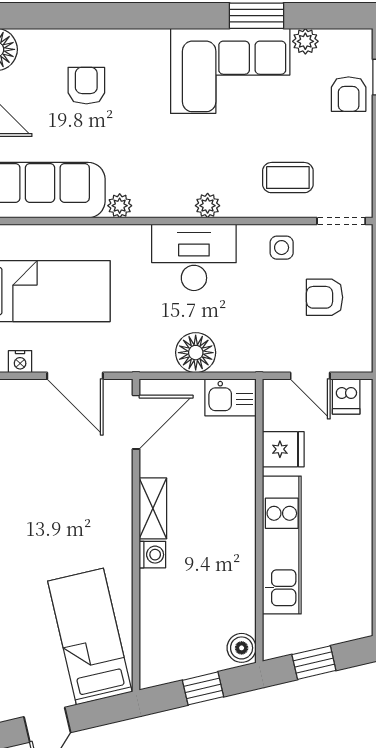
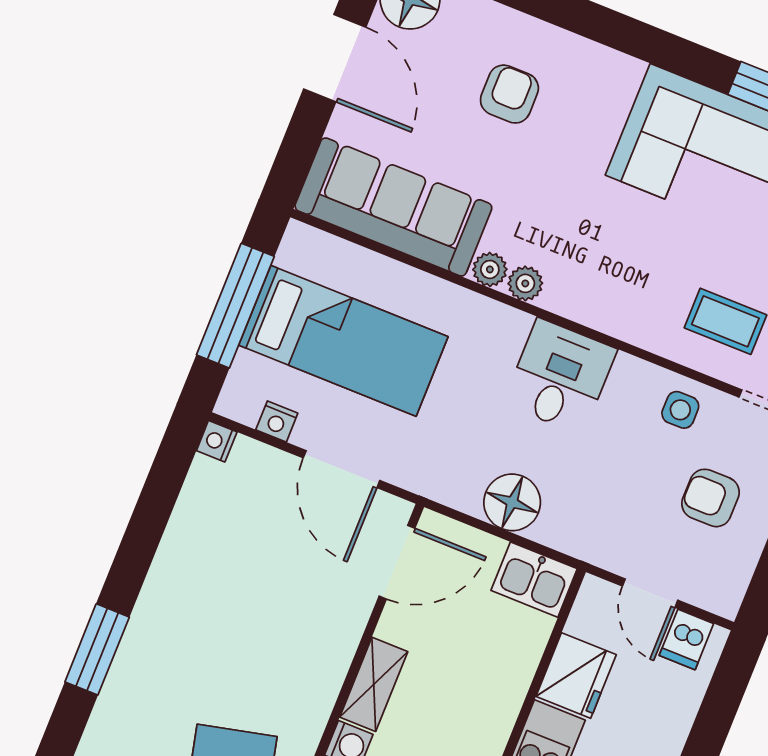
plant: (208, 206) -> (525, 283), moved
desk: (194, 257) -> (560, 376), width x0.73
fridge: (283, 449) -> (576, 675), width x1.38

